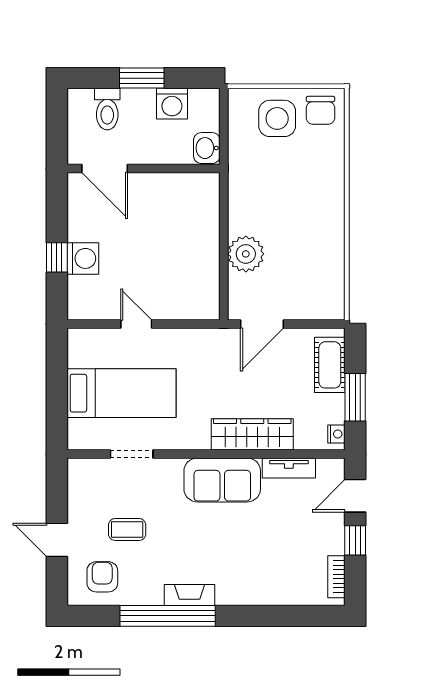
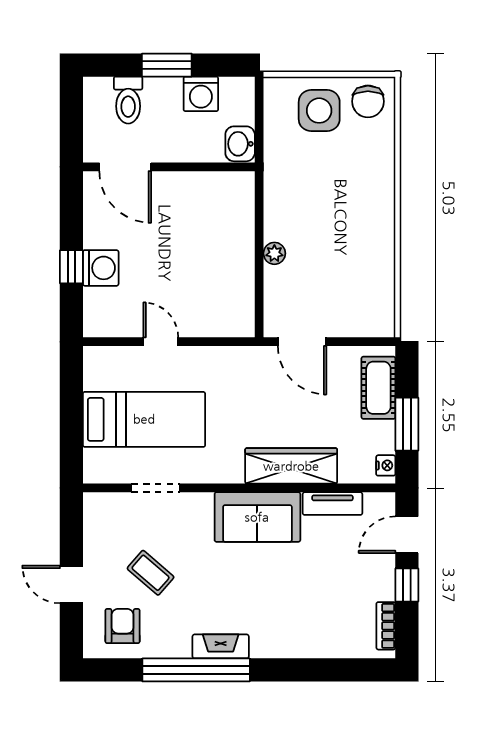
plant: (246, 254) -> (274, 253), width x0.53, depth x0.53
door: (262, 324) -> (302, 342), hinge flipped
coffee table: (127, 529) -> (151, 573), turned 41

